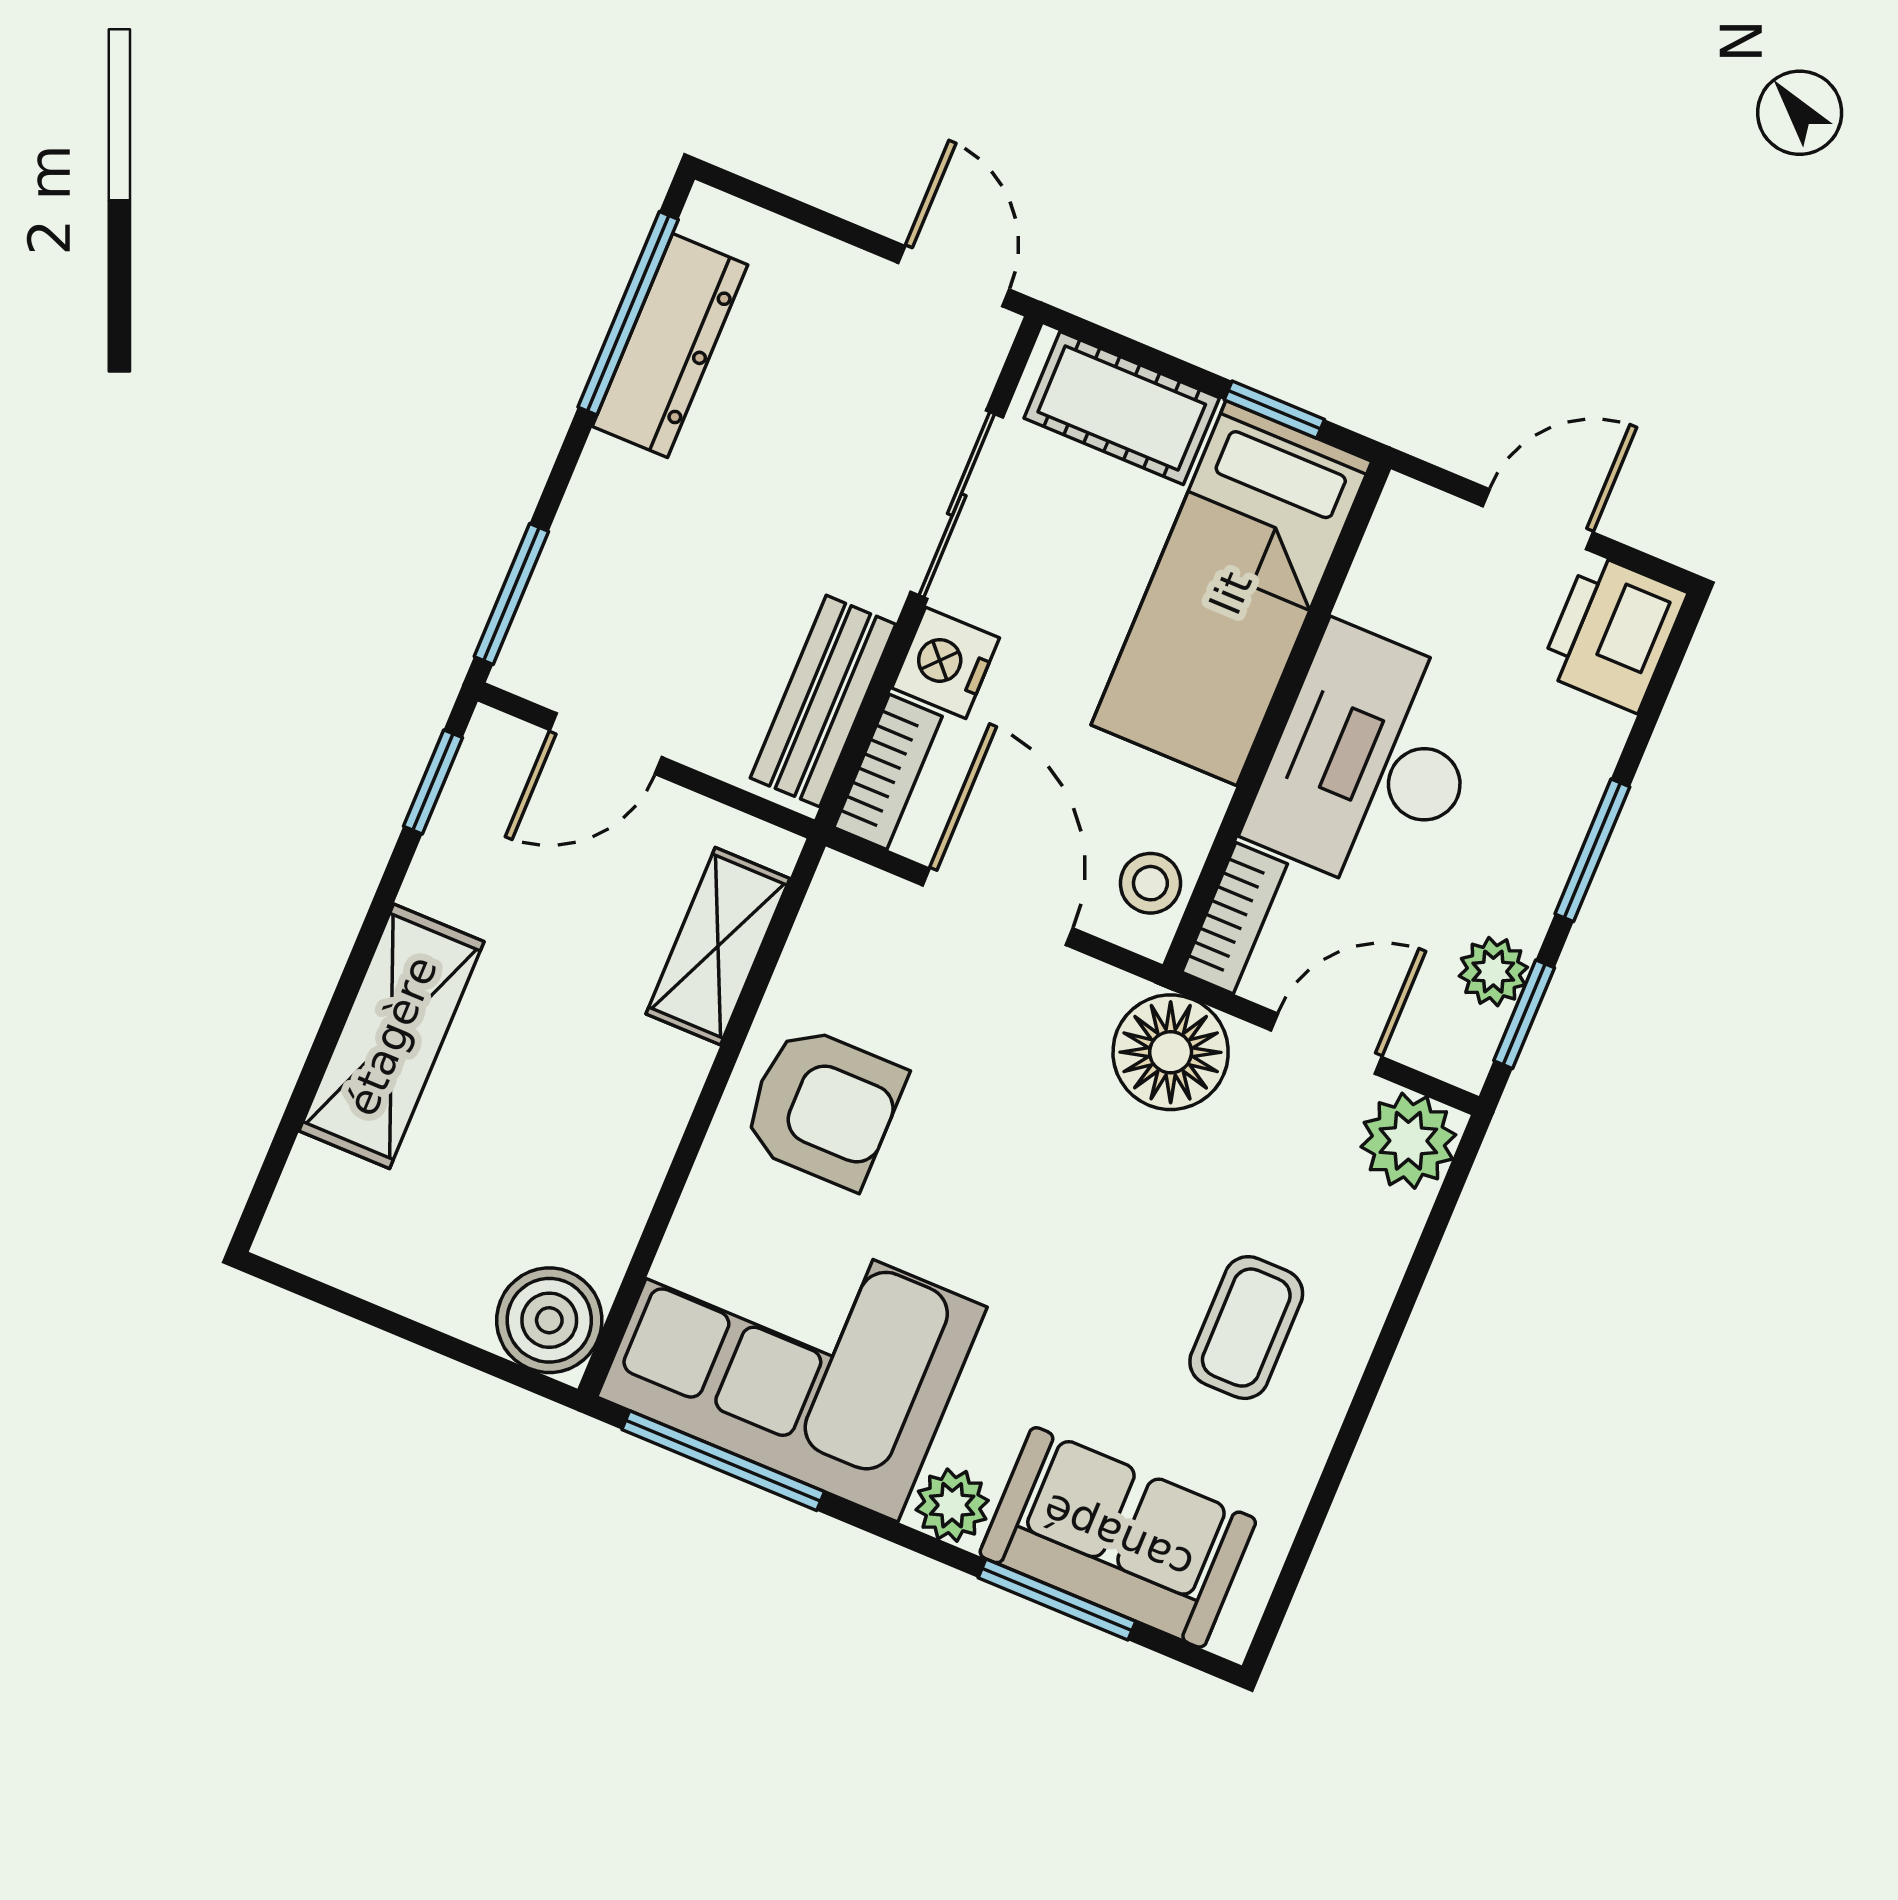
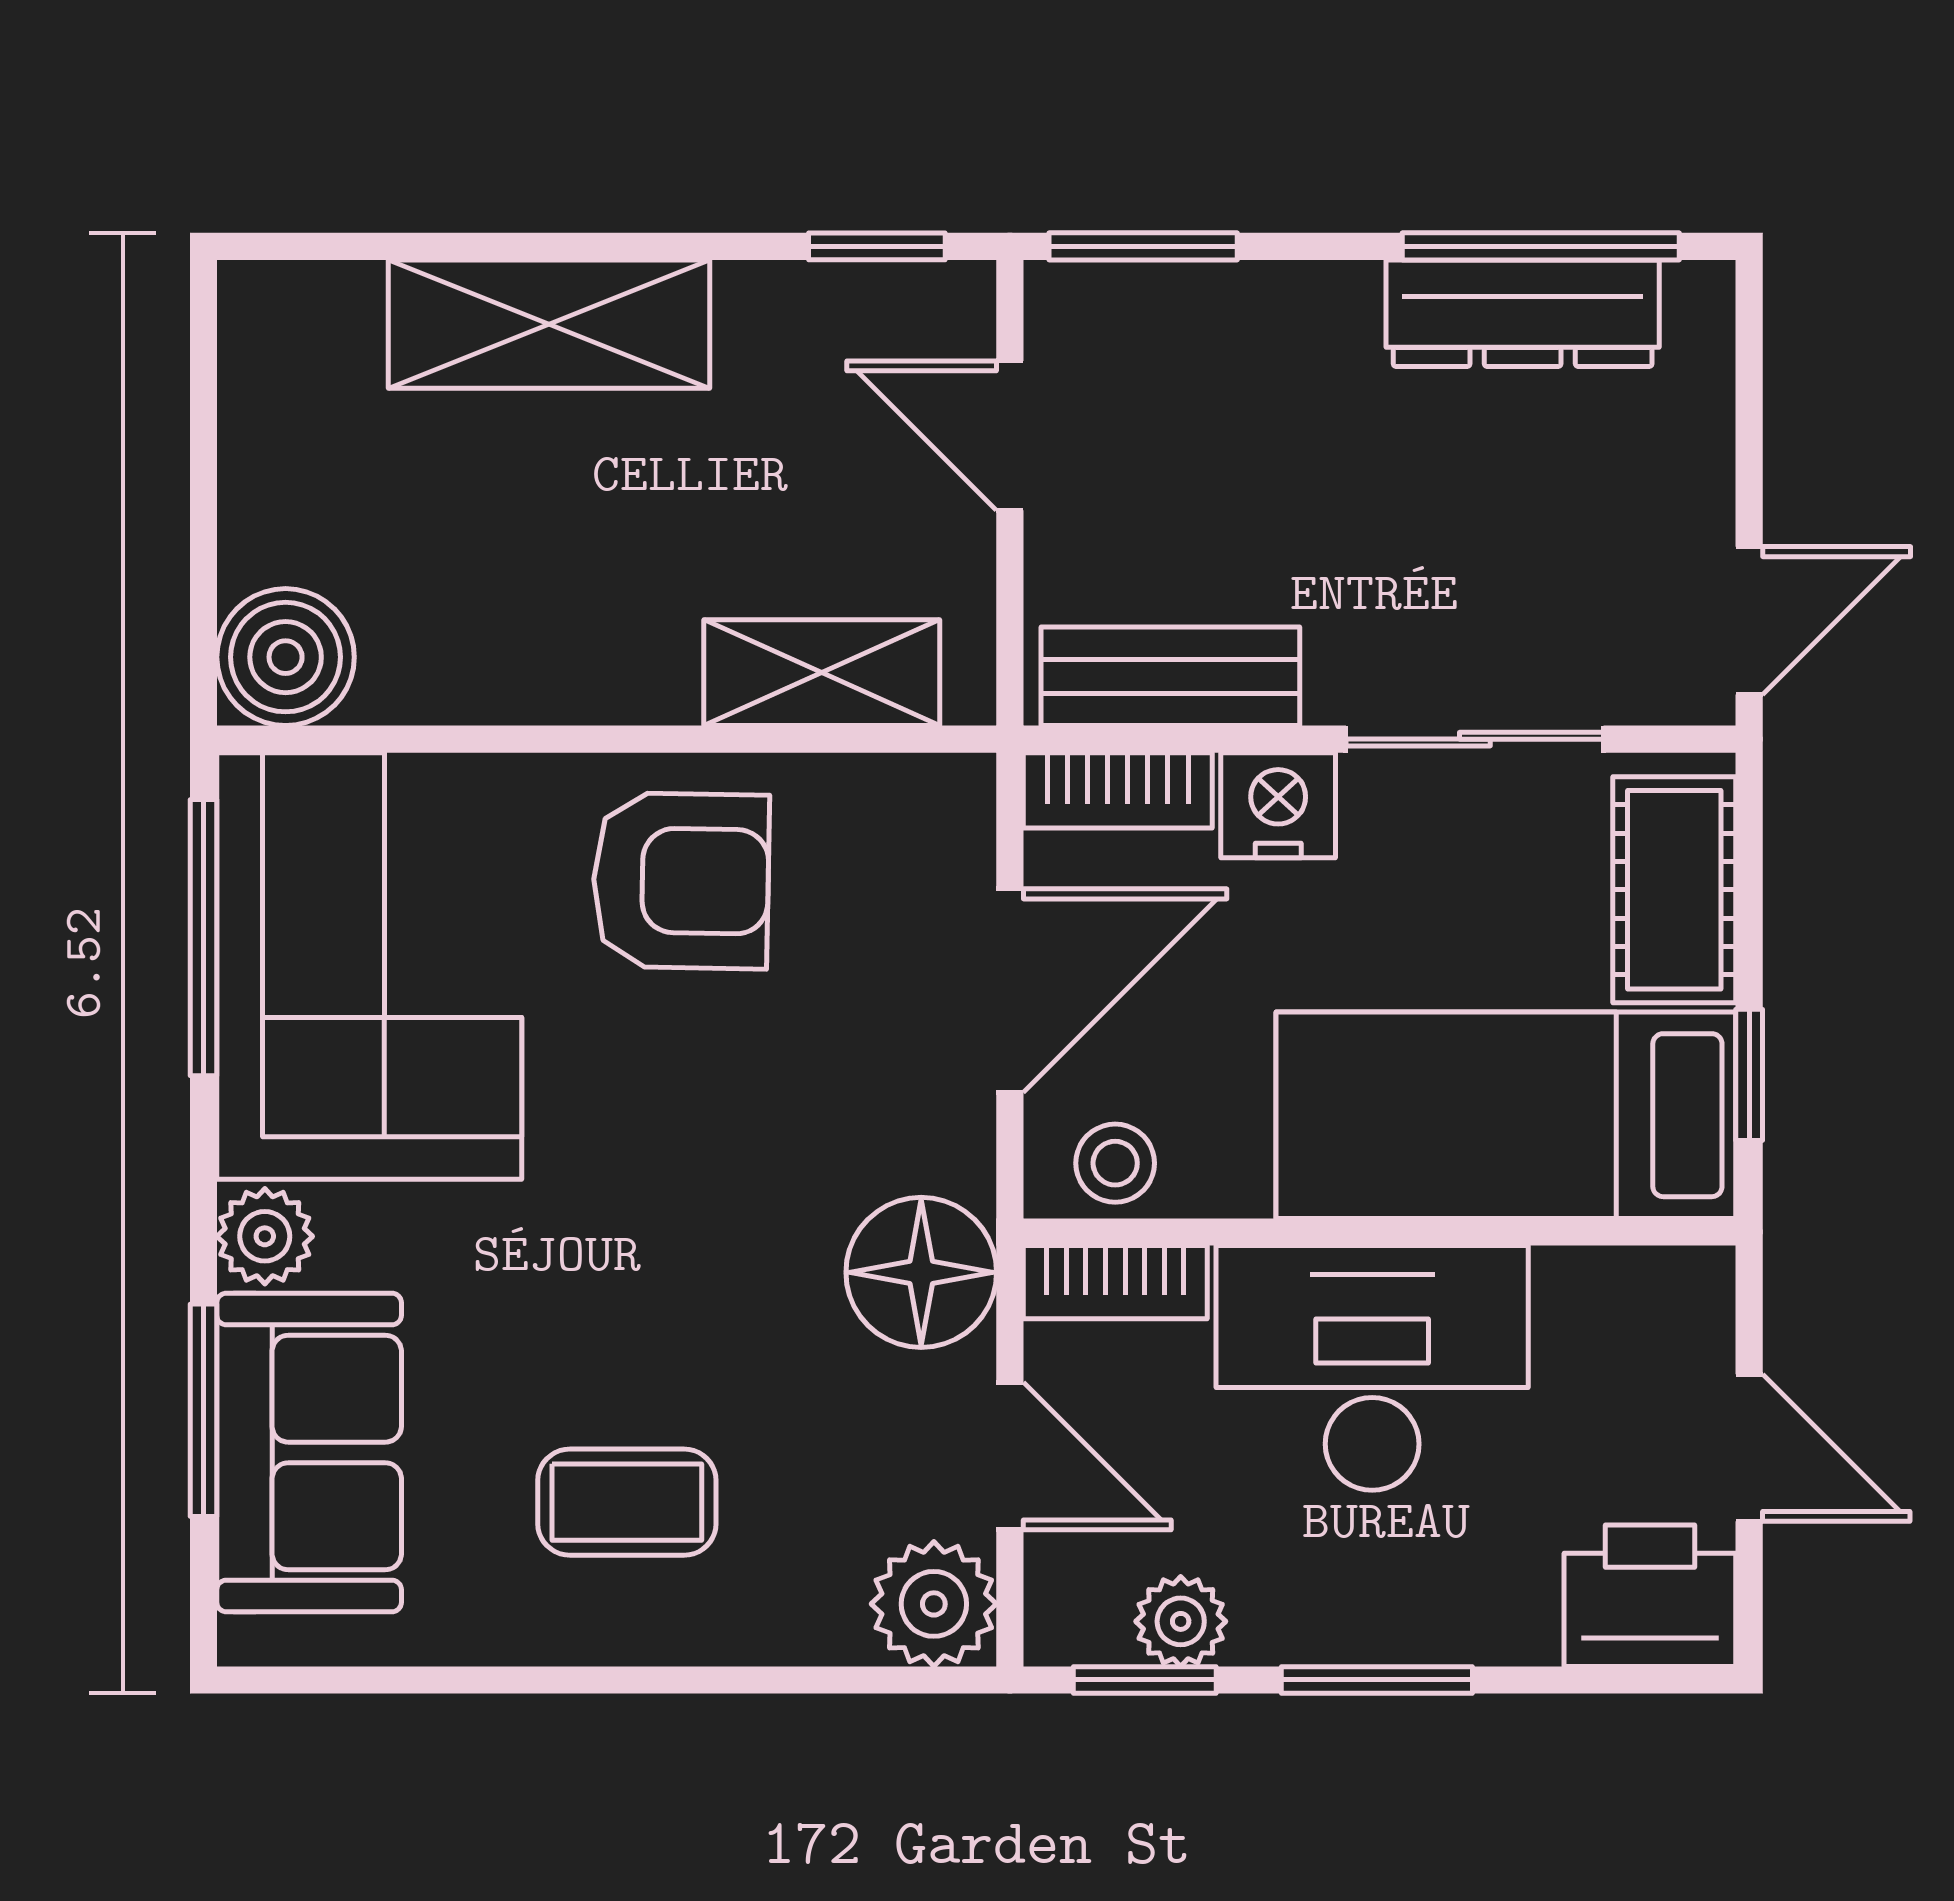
armchair: (823, 1107) -> (681, 881), turned -89

